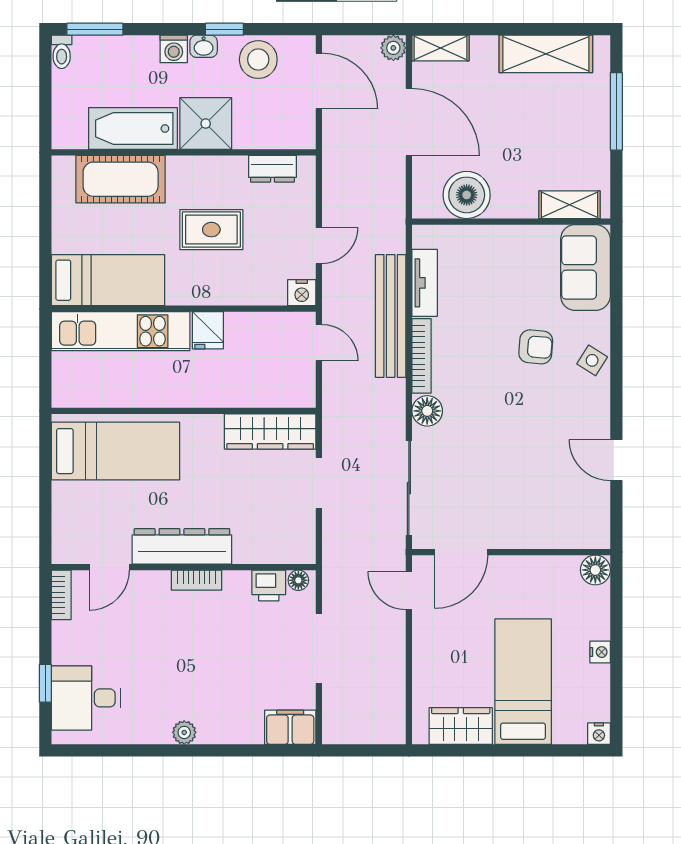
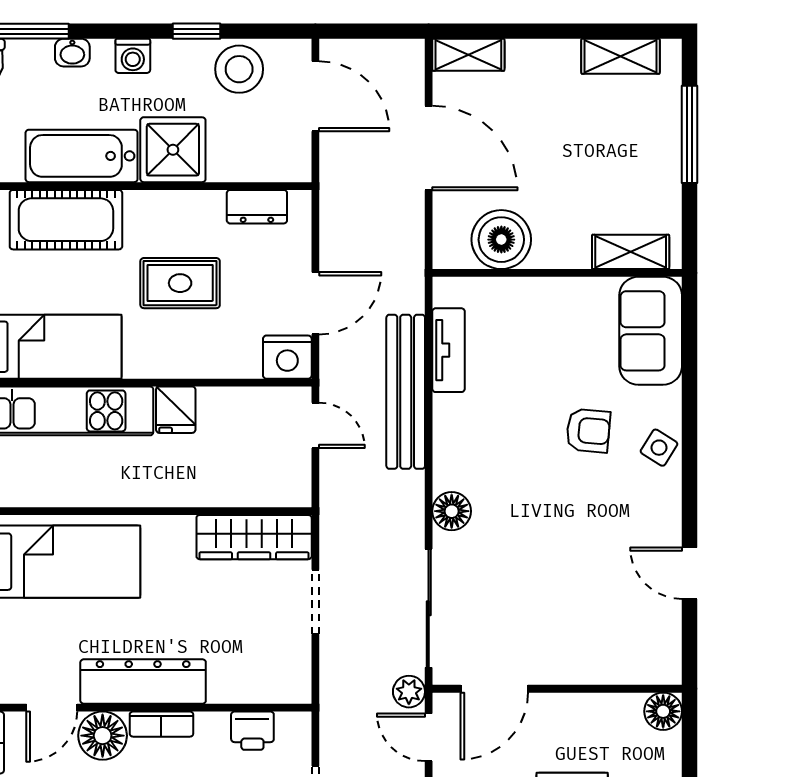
washbasin: (204, 46) -> (72, 53), moved
plant: (393, 48) -> (409, 692), moved
shelving: (546, 54) -> (621, 56), width x0.67, depth x0.75
door: (319, 246) -> (315, 303), width x1.38
nightstand: (302, 293) -> (287, 357), width x1.36, depth x1.33
bookcase: (422, 356) -> (444, 442), removed
floor lamp: (298, 580) -> (103, 736), moved, width x1.89, depth x1.89

